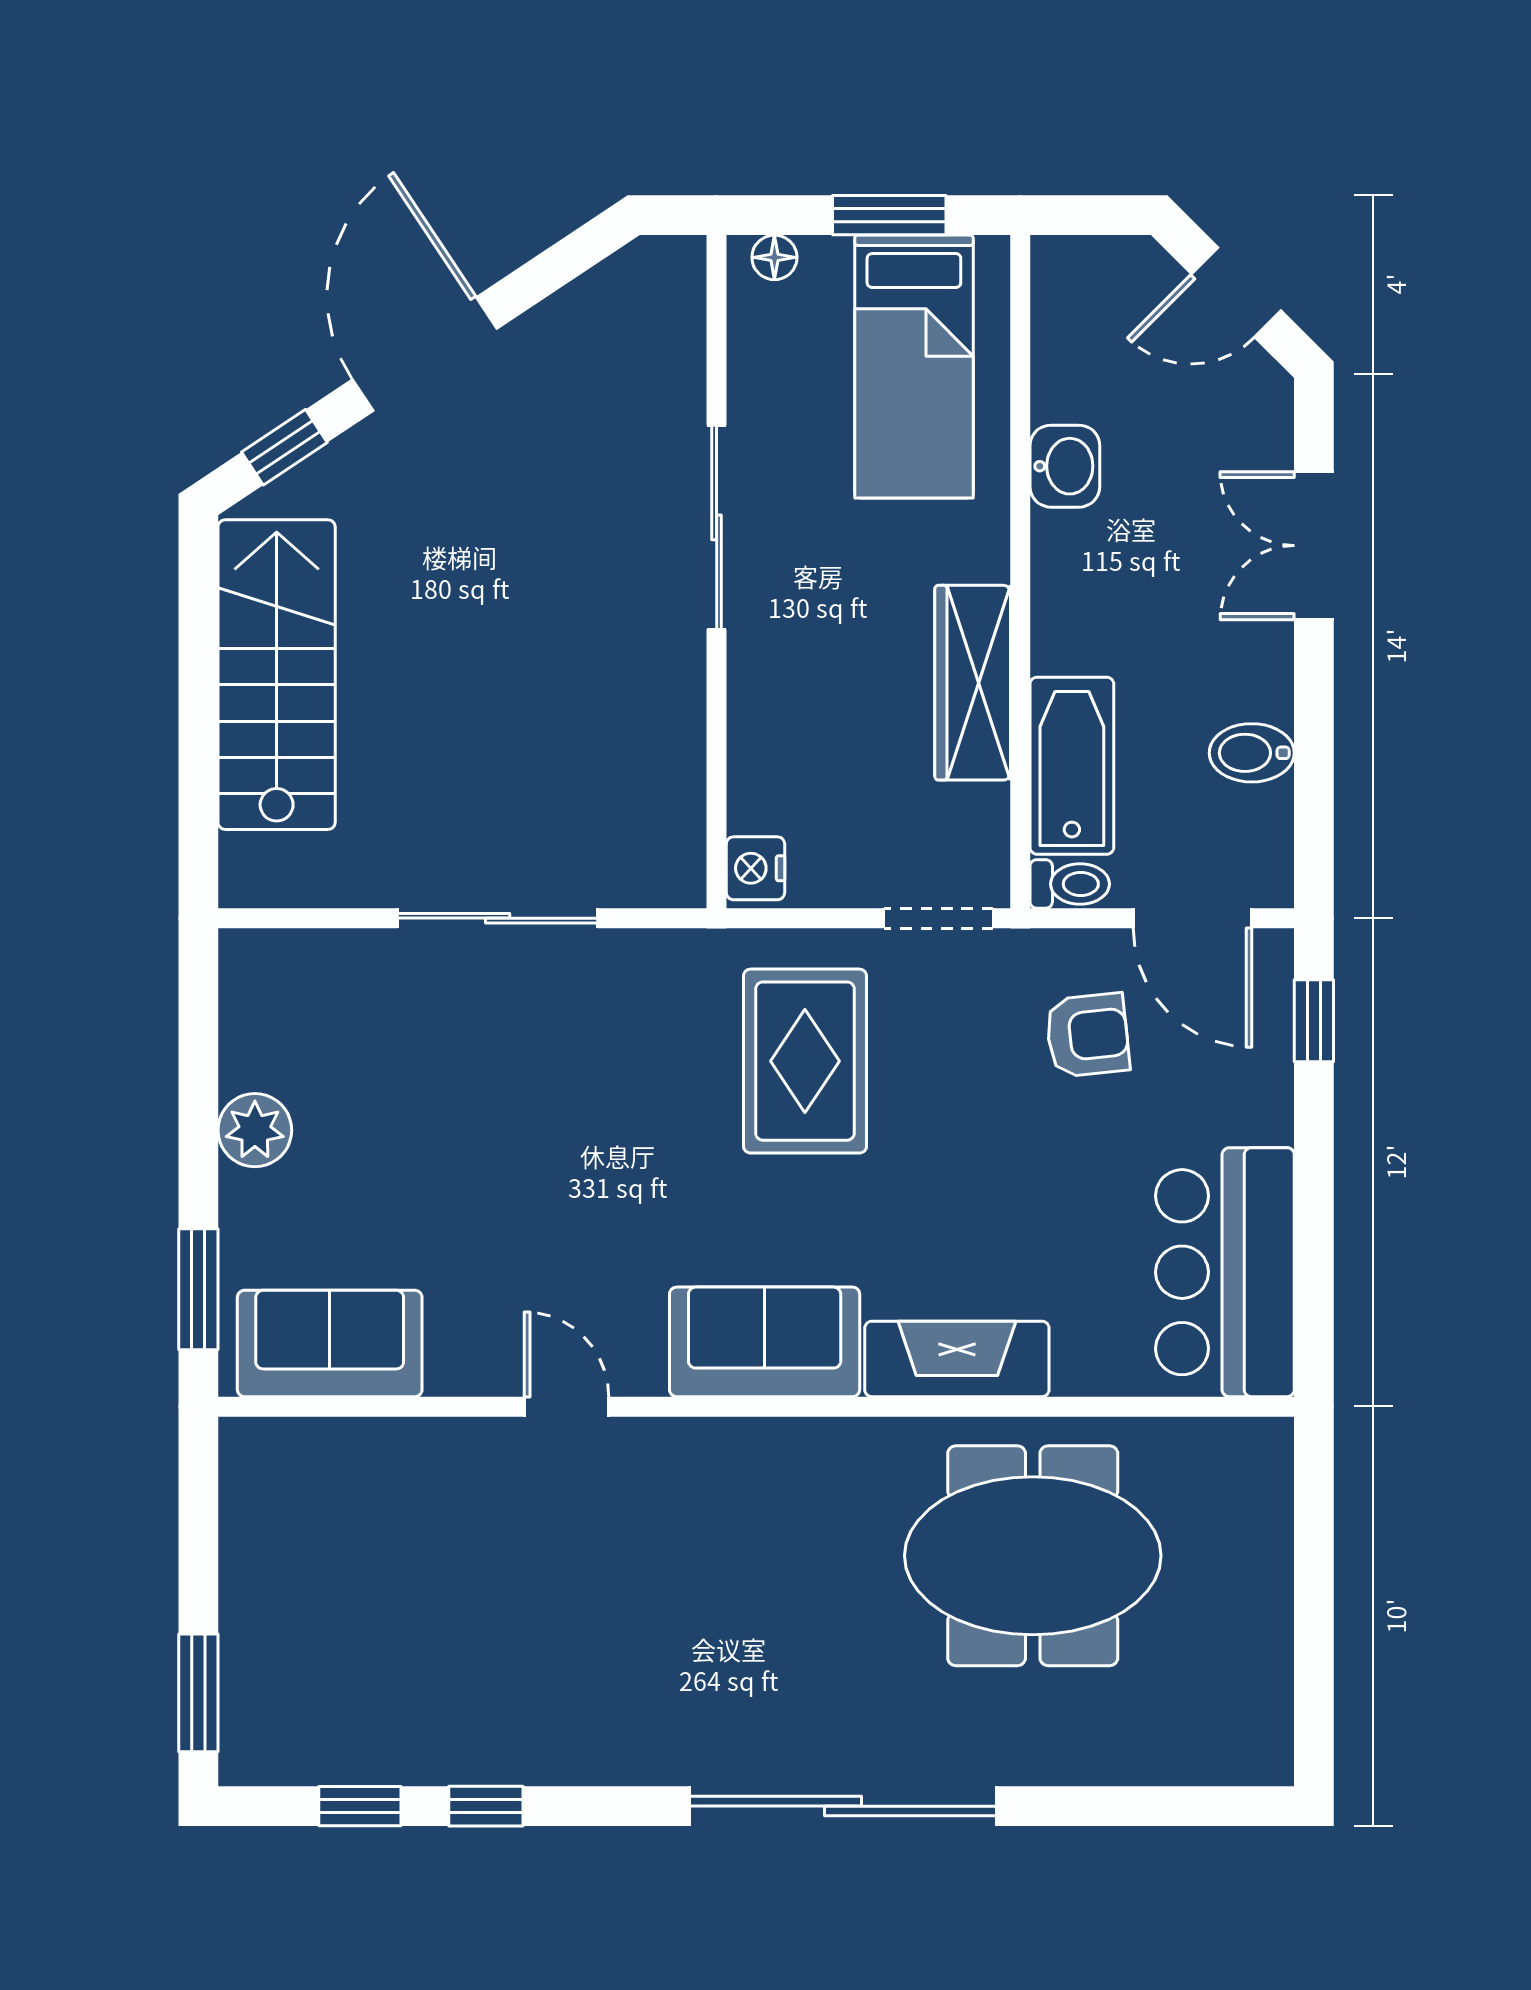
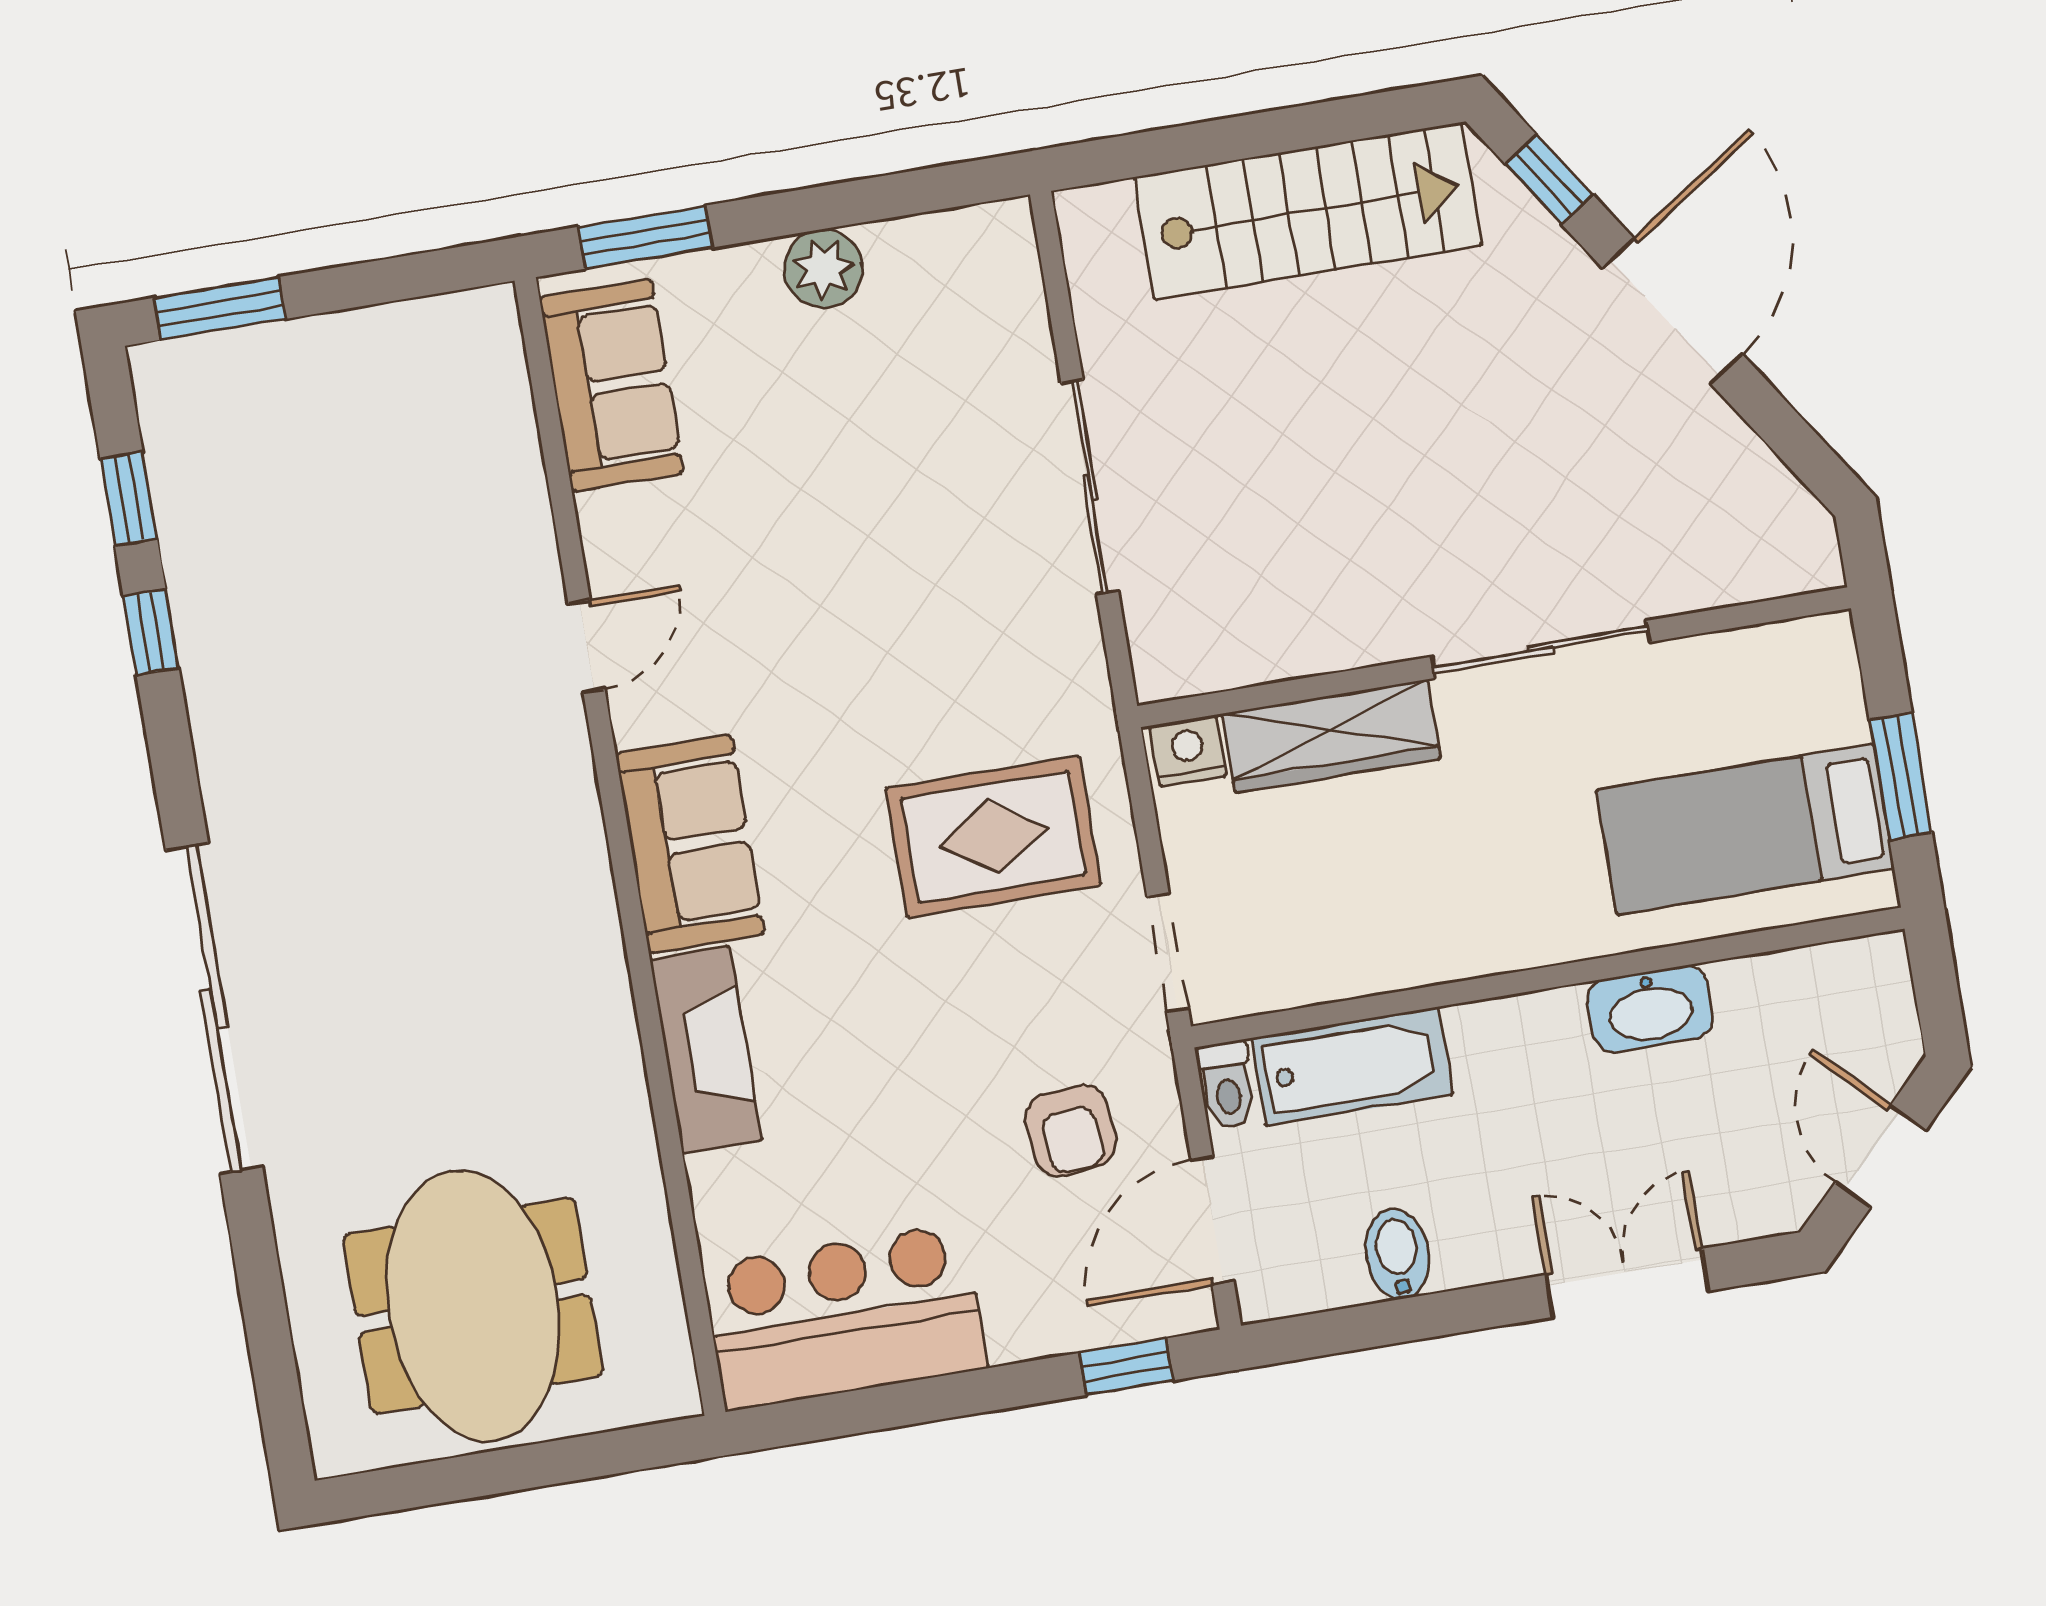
floor lamp: (774, 257) -> (1836, 663), removed
door: (425, 354) -> (1672, 311), hinge flipped
washbasin: (1065, 466) -> (1650, 1009), width x1.38
wardrobe: (973, 683) -> (1331, 736), moved, turned 180
meeting table: (1033, 1556) -> (473, 1306), moved

